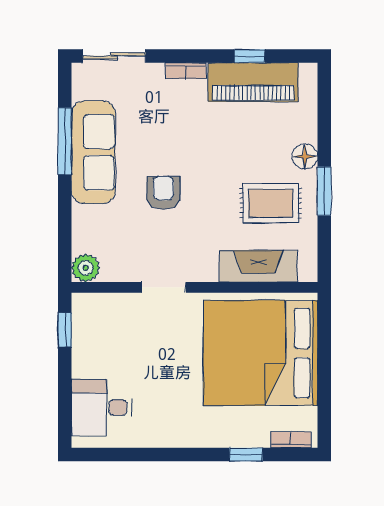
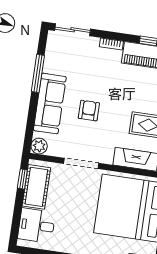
sofa: (93, 152) -> (50, 104), moved
doorway: (164, 287) -> (81, 163), width x1.38
cot: (91, 340) -> (36, 187), added

